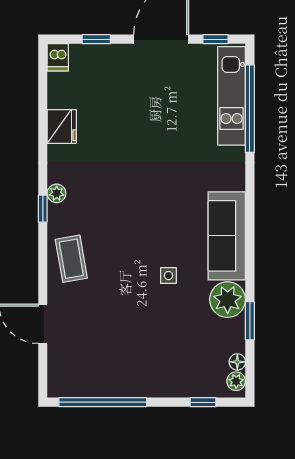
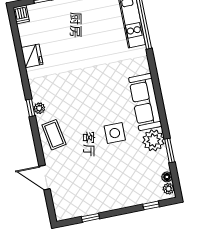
plant: (57, 193) -> (39, 108), moved
side table: (168, 276) -> (115, 133), width x1.87, depth x1.87
window: (103, 402) -> (90, 218), width x0.32

